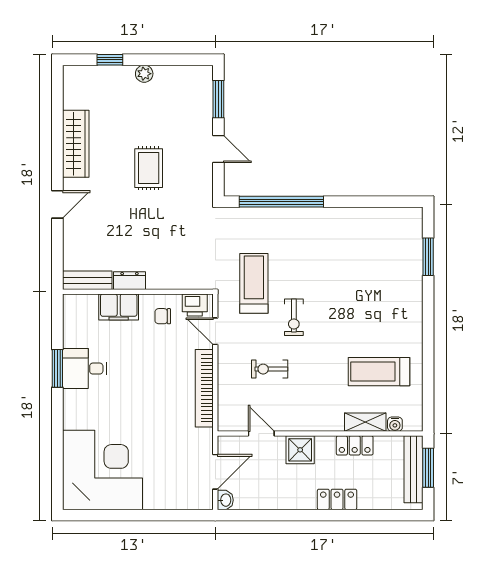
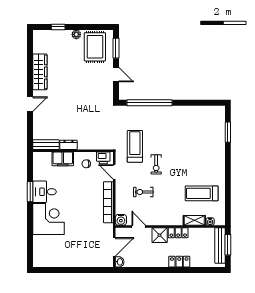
rug: (149, 168) -> (95, 47), moved, width x1.36, depth x1.43
water cooler: (228, 421) -> (121, 220), added
locker: (355, 445) -> (178, 233), moved
corner desk: (103, 470) -> (49, 219), moved, width x0.74, depth x0.74

